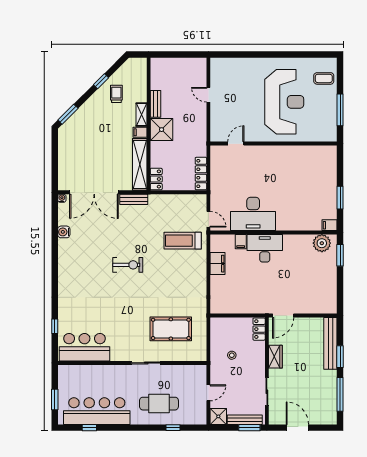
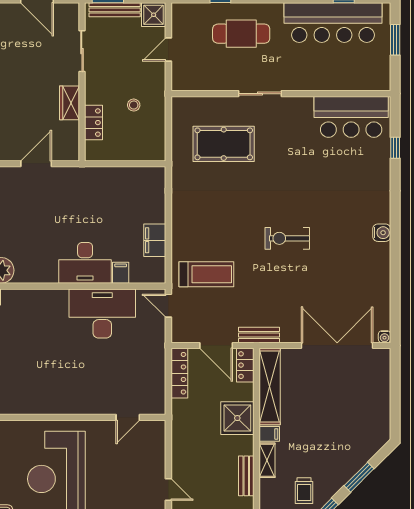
window: (68, 114) -> (359, 477), moved
shower: (162, 130) -> (237, 418), moved
door: (176, 192) -> (216, 345), added
bench: (134, 199) -> (259, 335), moved
water cooler: (64, 232) -> (382, 233), moved
door: (283, 315) -> (36, 164), moved
locker: (259, 329) -> (93, 123), moved

